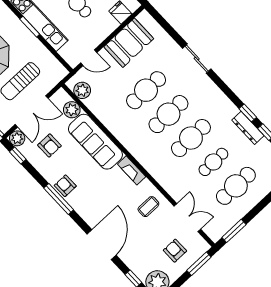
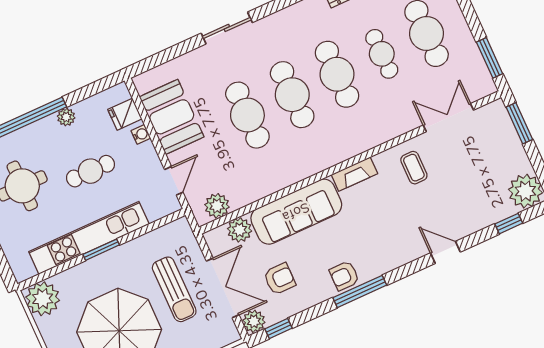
water cooler: (111, 27) -> (141, 134), added
door: (102, 245) -> (445, 252), width x0.53
armchair: (175, 251) -> (489, 151), removed

